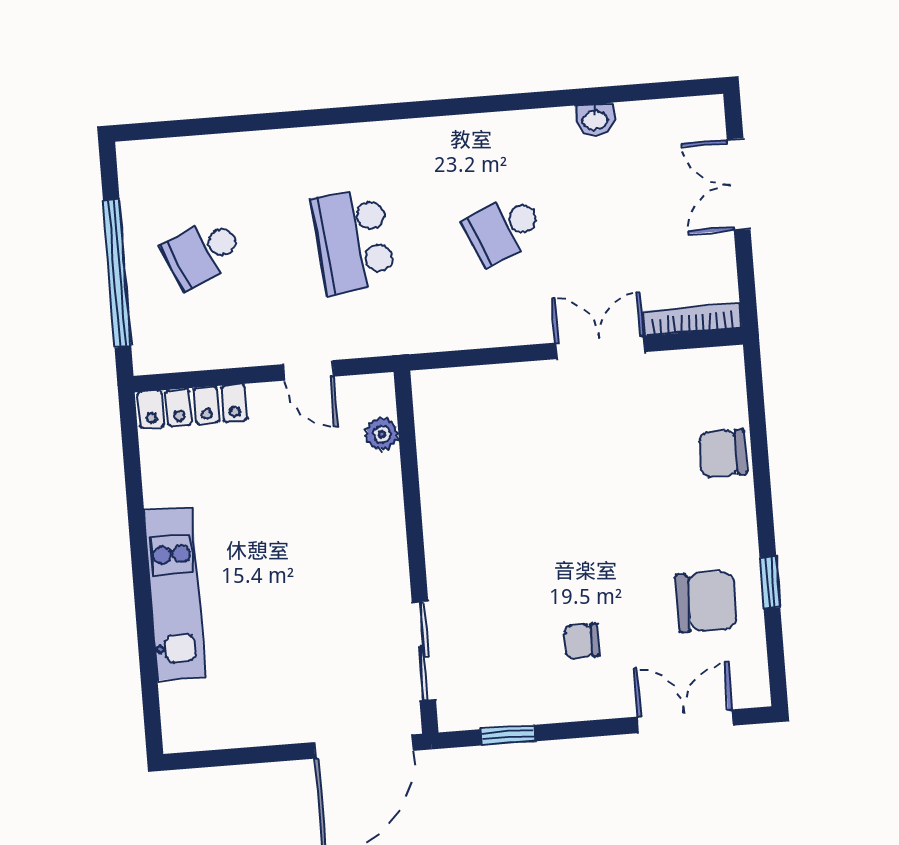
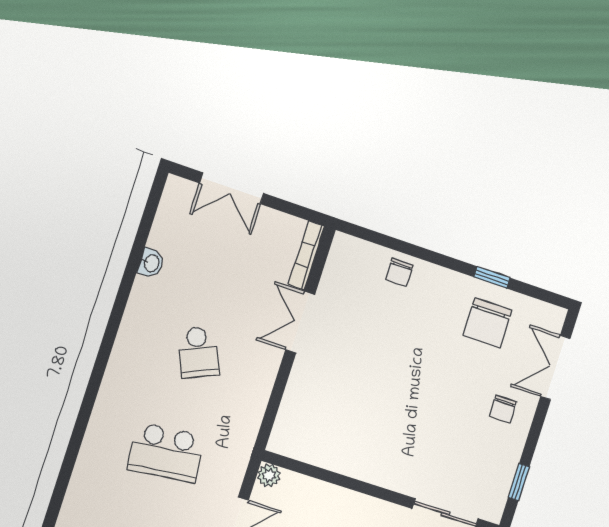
plant: (382, 434) -> (269, 475), moved
chair: (723, 453) -> (399, 272), width x0.73, depth x0.73
chair: (706, 602) -> (487, 323), turned 180
chair: (581, 641) -> (503, 409), moved

